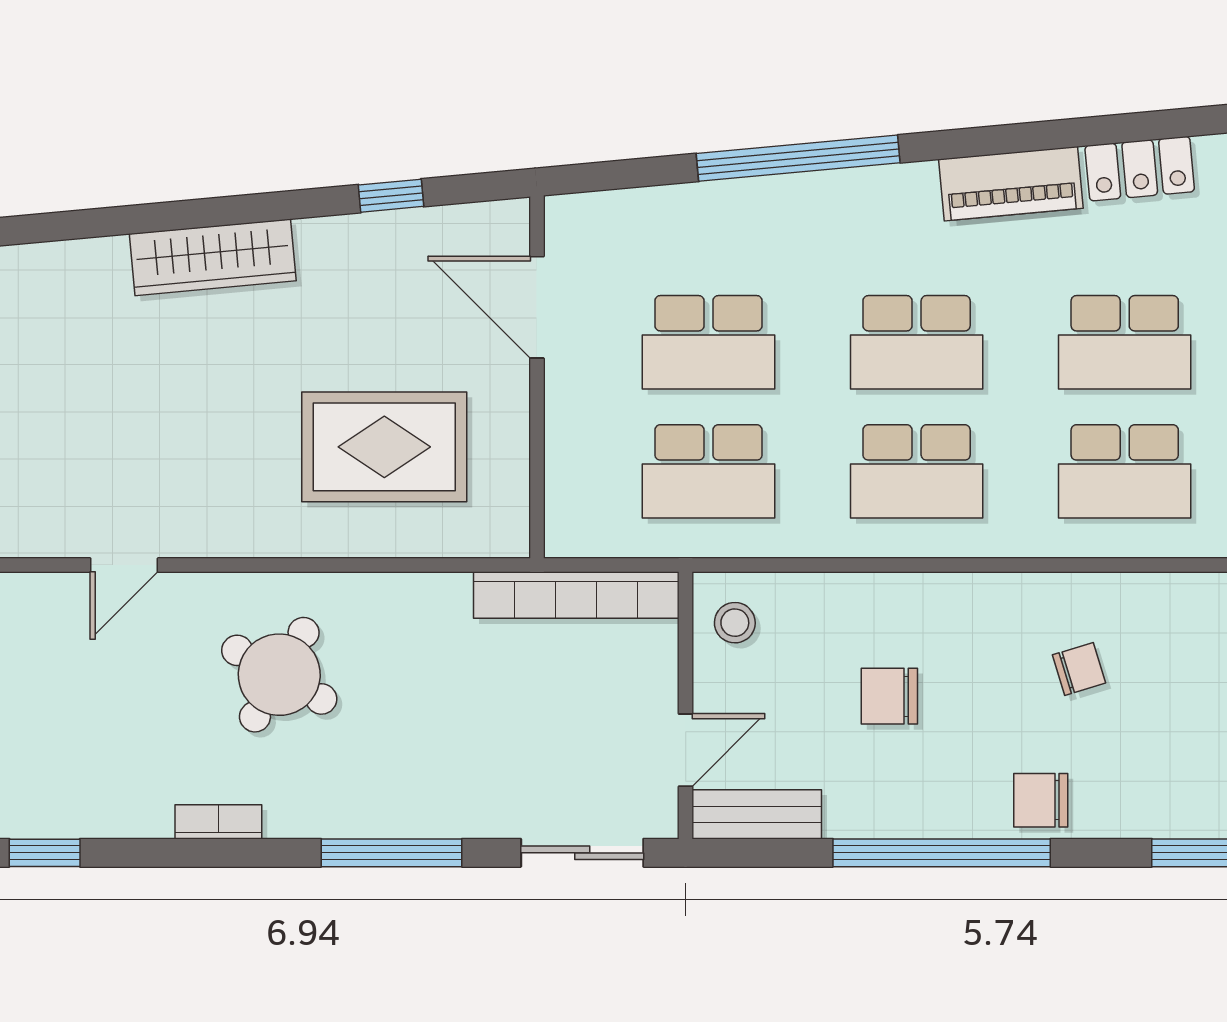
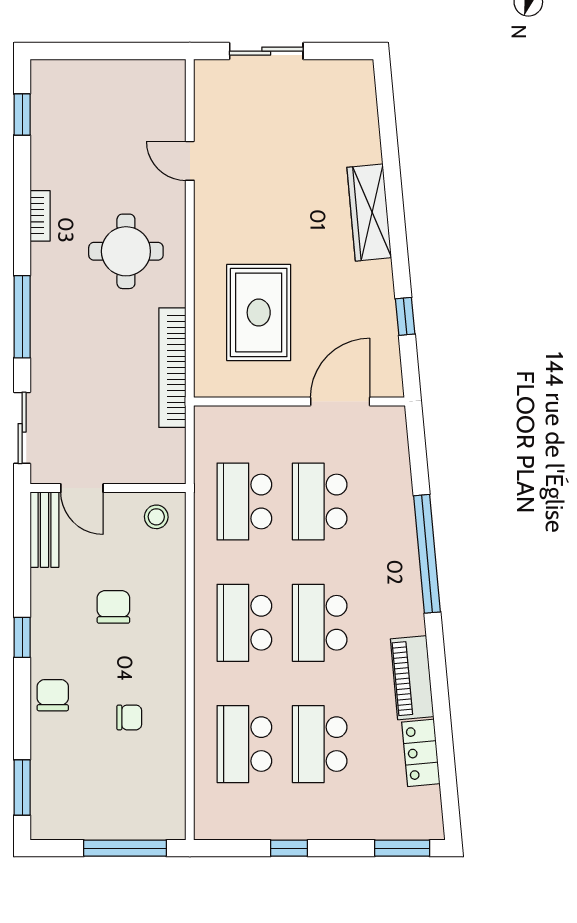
bookcase: (576, 595) -> (172, 368), moved
chair: (1079, 669) -> (129, 717), turned -73
round table: (279, 675) -> (126, 251), turned -30
window: (942, 853) -> (22, 637), width x0.32

